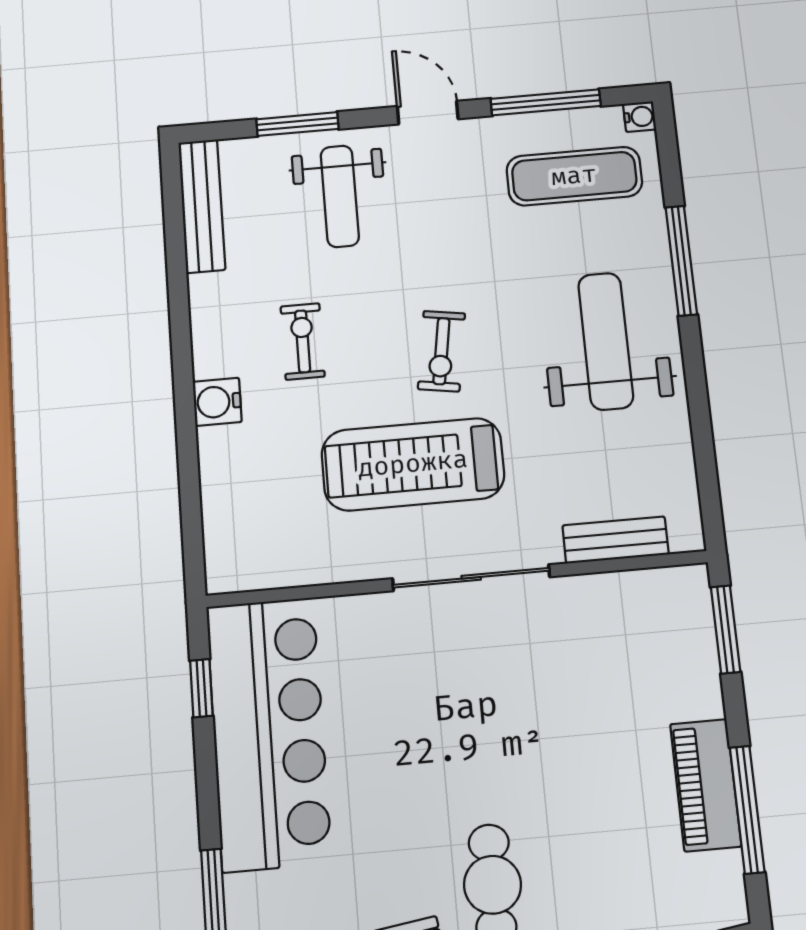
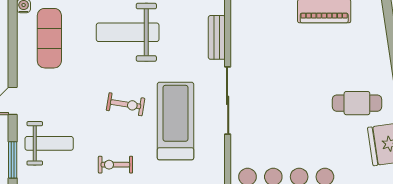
window: (546, 102) -> (13, 47), removed
treadmill: (413, 464) -> (176, 121), turned 180

